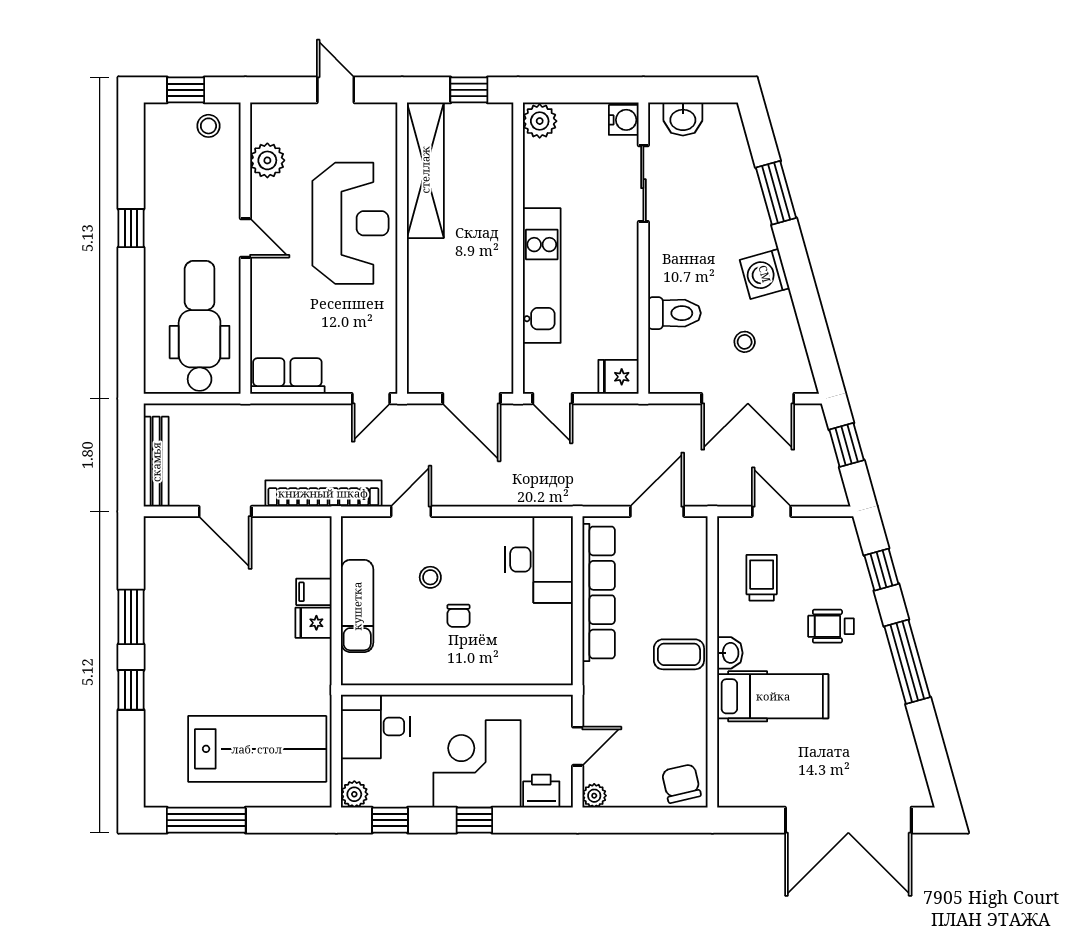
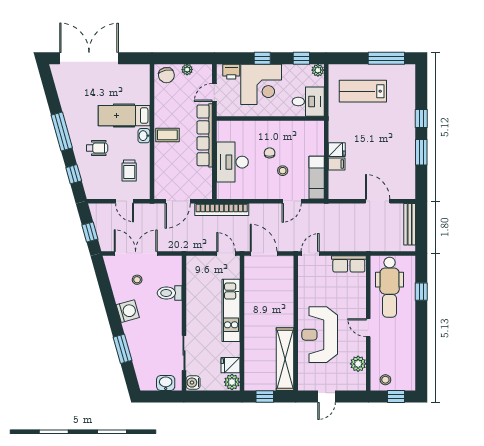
door: (336, 90) -> (327, 396), hinge flipped
window: (131, 228) -> (421, 292), moved
fridge: (619, 377) -> (230, 365), moved, turned 180
bookcase: (323, 493) -> (222, 209), moved
desk: (539, 559) -> (232, 162), moved
row of seats: (599, 593) -> (205, 135), moved
exam couch: (357, 606) -> (317, 178), moved
lab bench: (257, 749) -> (363, 91), width x0.73, depth x0.72
plant: (594, 796) -> (187, 70), moved

